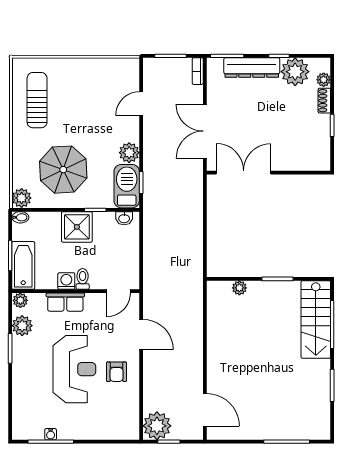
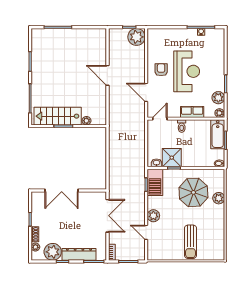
sun lounger: (37, 100) -> (190, 242), moved
door: (141, 104) -> (146, 232), swing flipped
plant: (129, 153) -> (153, 216), moved
double door: (244, 173) -> (62, 191), moved
plant: (22, 198) -> (219, 198), moved
shower: (77, 227) -> (172, 158), moved
washing machine: (66, 281) -> (192, 125), removed
stairs: (316, 319) -> (58, 116), moved, turned -90
reception desk: (74, 369) -> (187, 71), turned 180
door: (205, 410) -> (107, 75), moved

